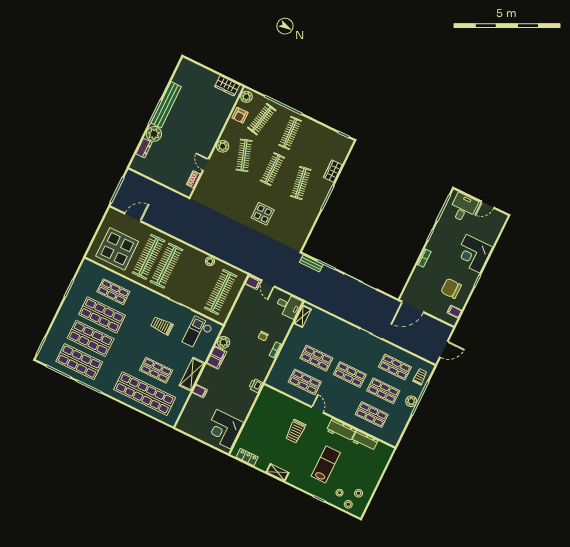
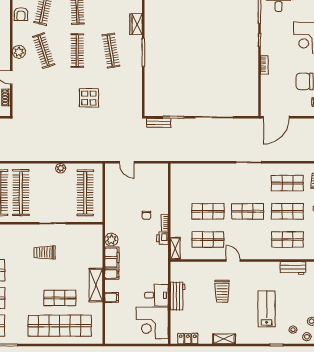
filing cabinet: (253, 283) -> (112, 274), moved
desk: (288, 306) -> (156, 295), moved
shelving: (303, 316) -> (175, 248), moved
checkout: (198, 333) -> (82, 243), removed
printer: (256, 386) -> (162, 238), moved
workbench: (341, 430) -> (178, 296), moved, turned -90

